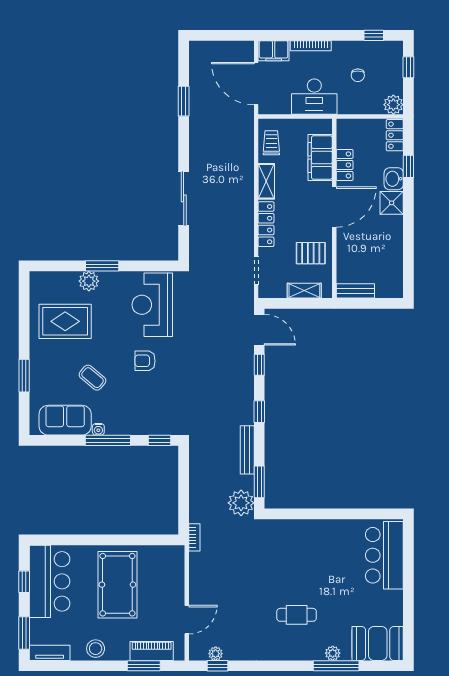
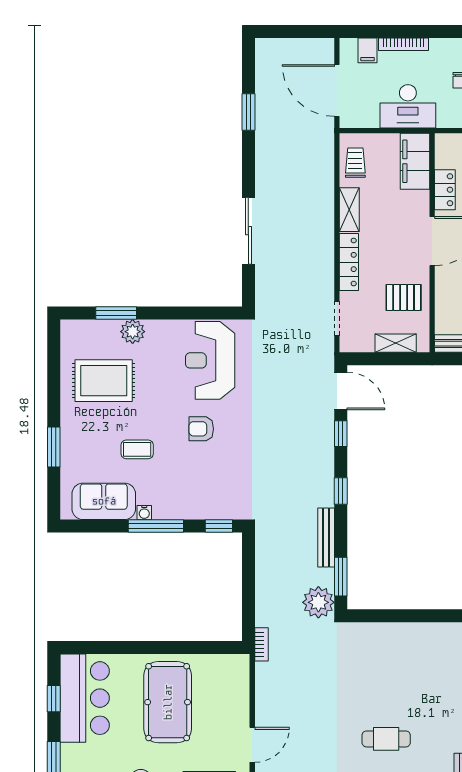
filing cabinet: (274, 51) -> (368, 50), width x0.50
filing cabinet: (320, 157) -> (415, 161), moved
window: (102, 266) -> (116, 313), moved
coffee table: (93, 378) -> (137, 449), turned -40

